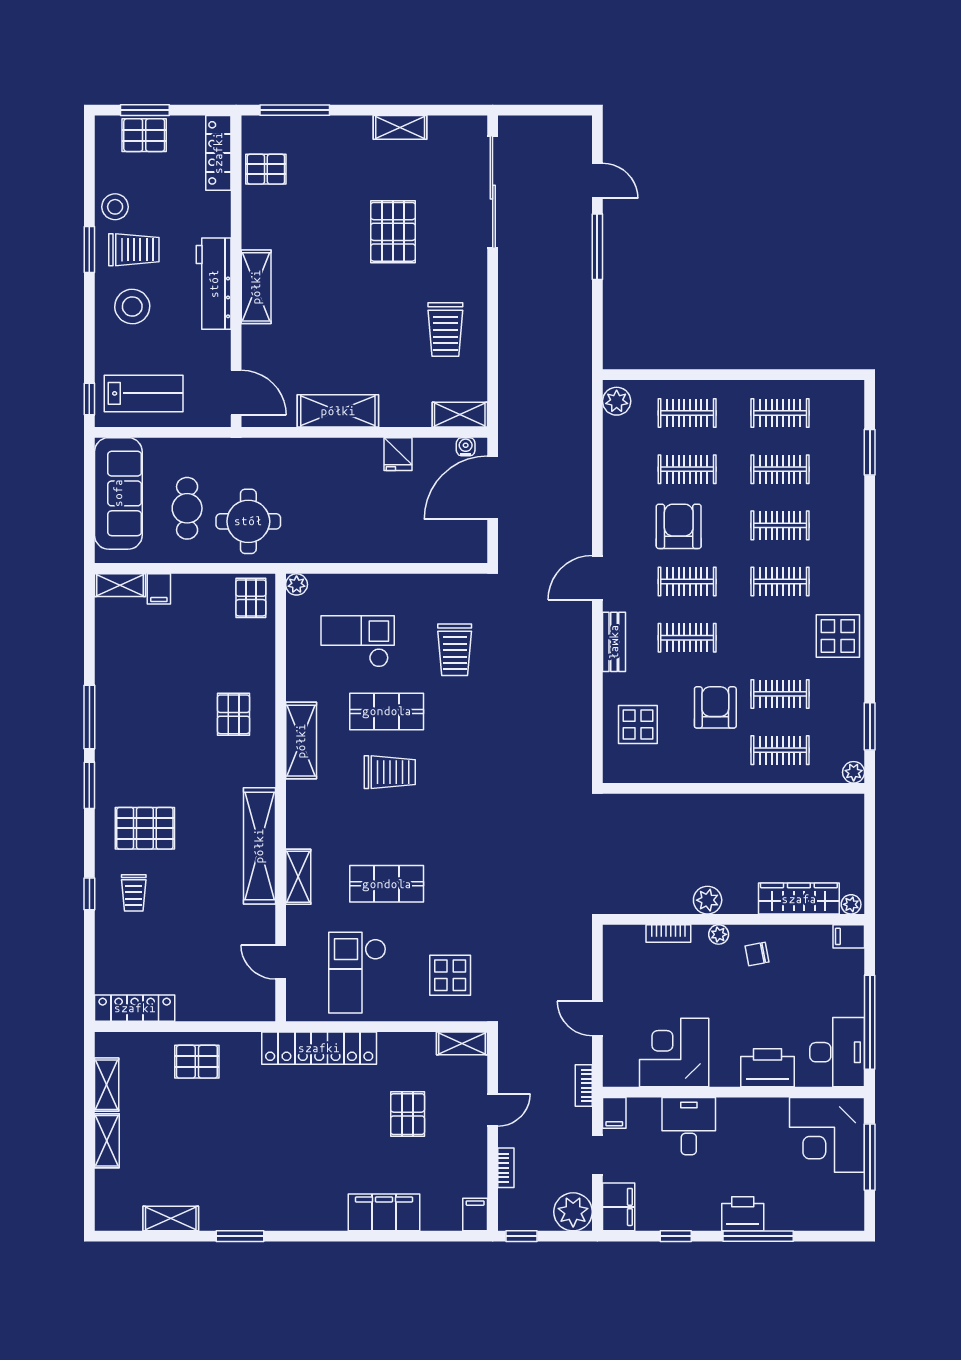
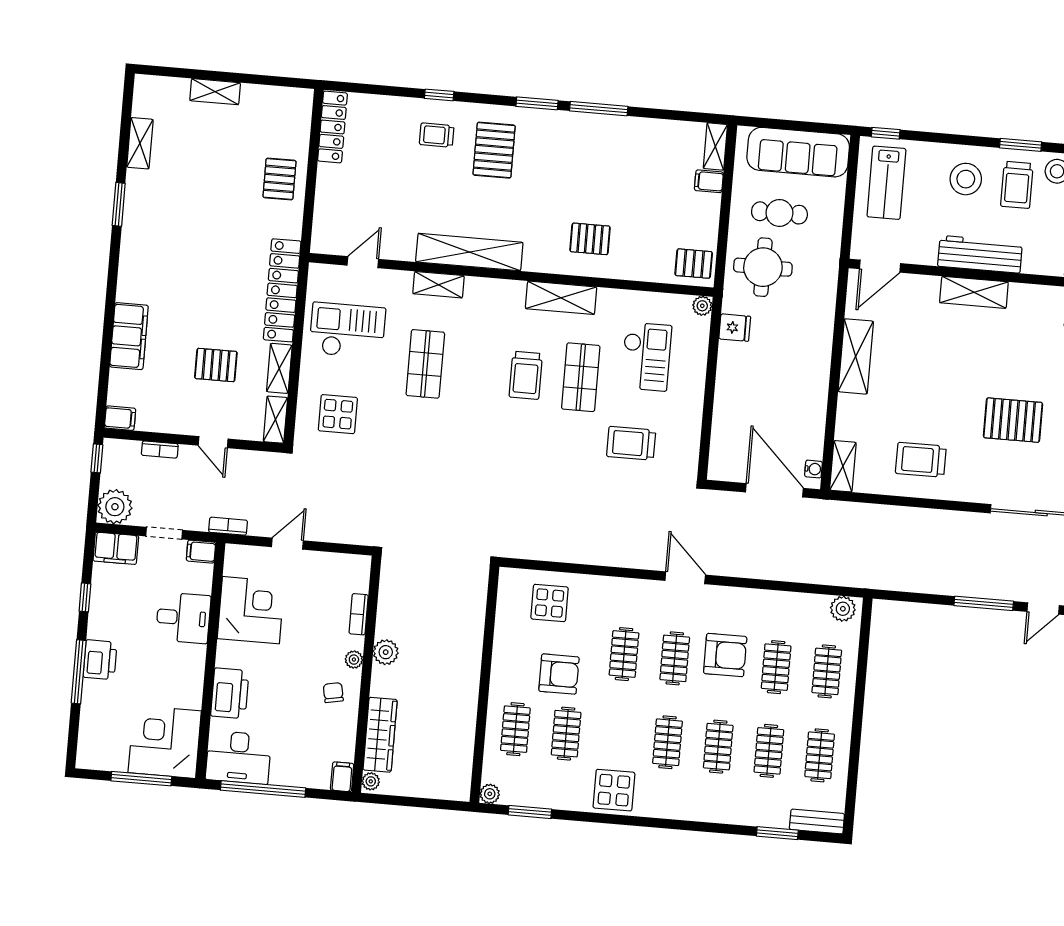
fridge: (398, 454) -> (735, 328), moved, turned 180
bench: (614, 642) -> (817, 821), moved
shelving: (107, 1085) -> (279, 368), moved, turned 90

